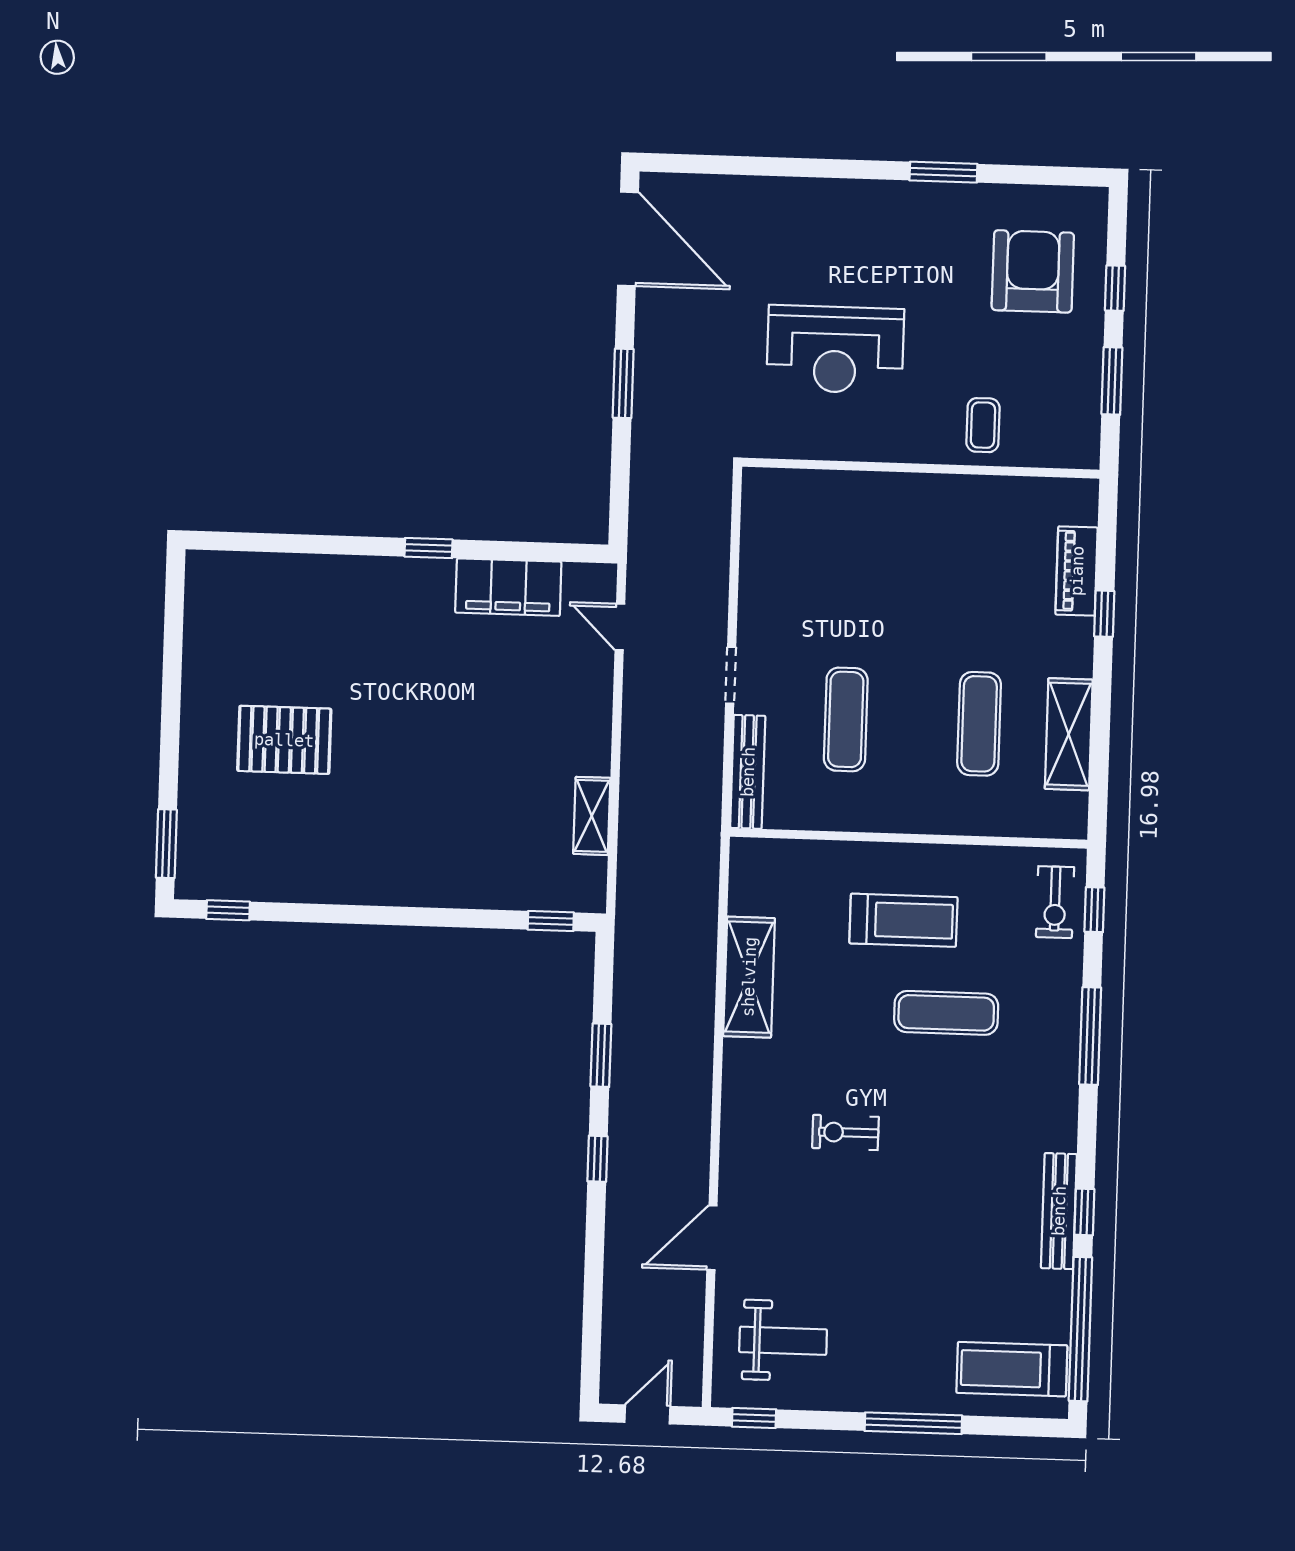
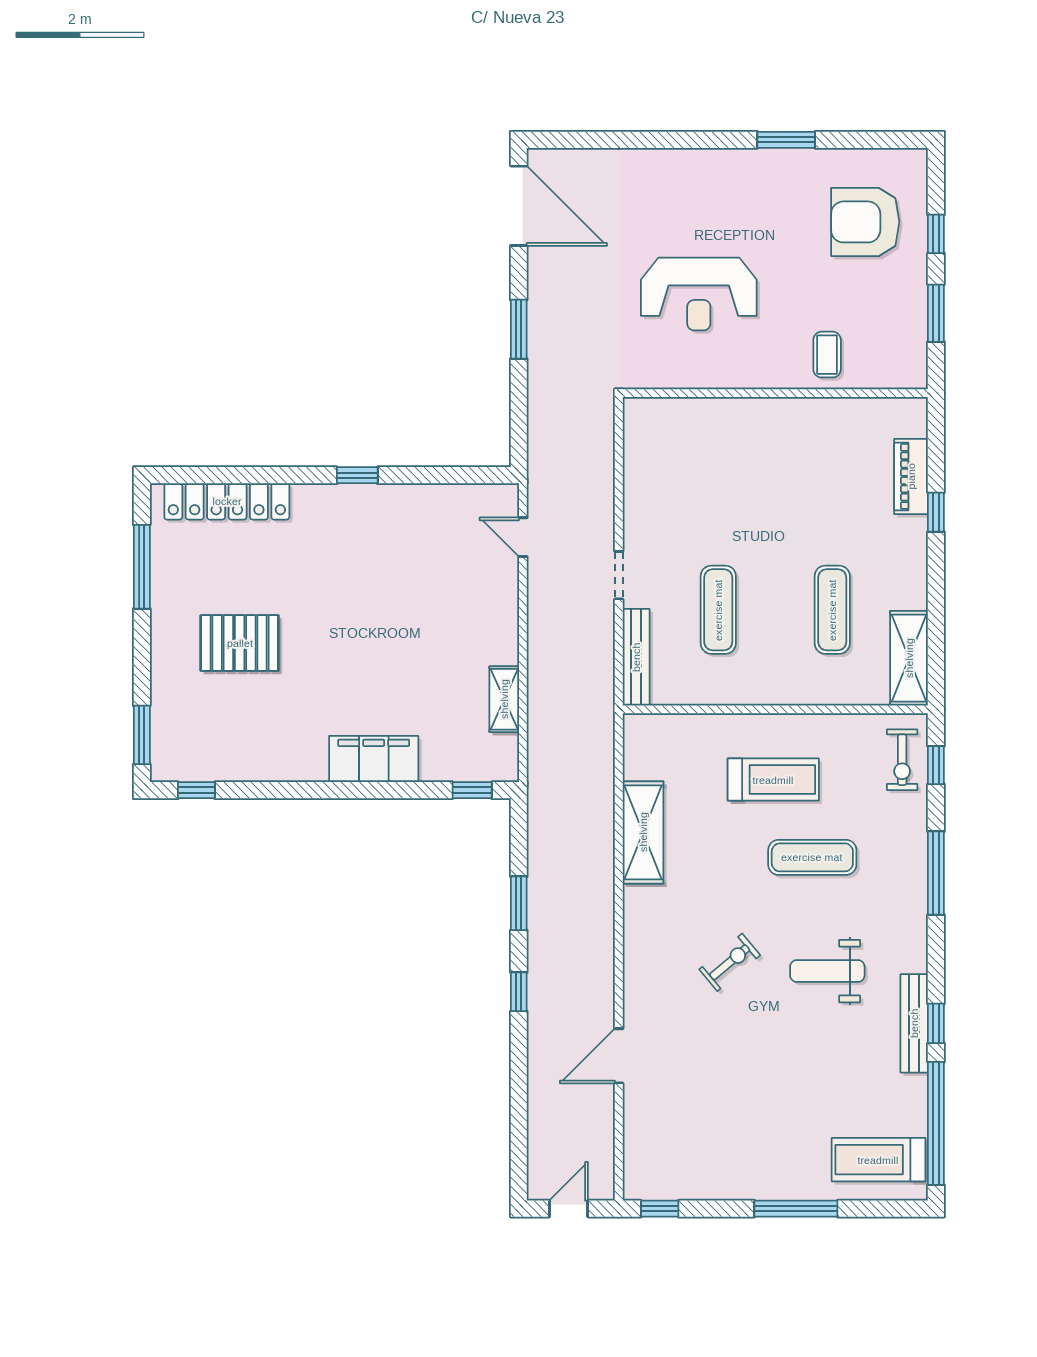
armchair: (1033, 271) -> (865, 222), turned -90
locker: (275, 574) -> (227, 501), added
filing cabinet: (508, 587) -> (374, 759), moved, turned 180
window: (173, 647) -> (142, 567), added
shelving: (1069, 734) -> (909, 658), moved
exercise bike: (845, 1132) -> (730, 962), turned 140
weight bench: (783, 1341) -> (827, 971), moved, turned 180

